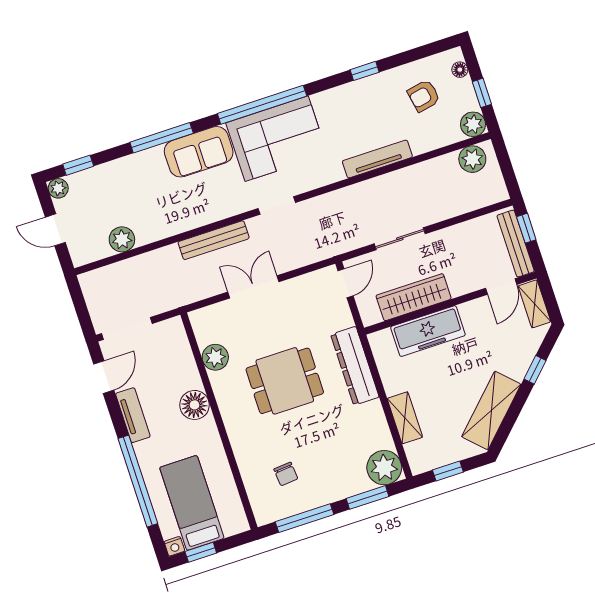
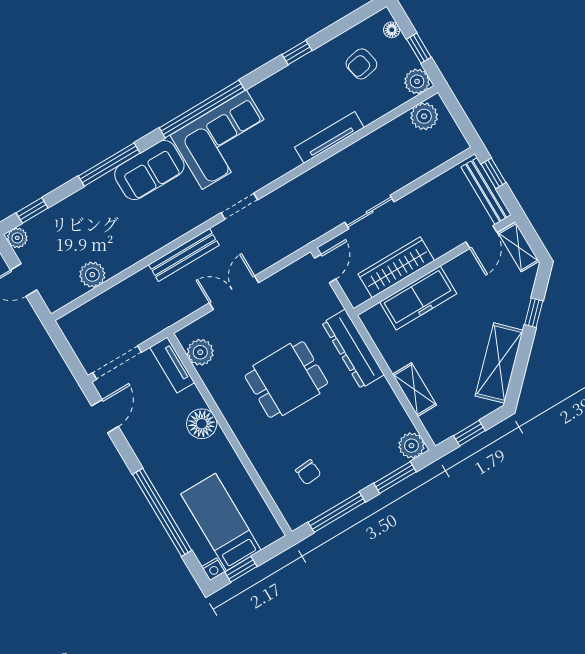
plant: (215, 357) -> (200, 352), moved
tv unit: (133, 415) -> (172, 365), moved, turned 180
plant: (384, 468) -> (411, 446), width x0.73, depth x0.73

